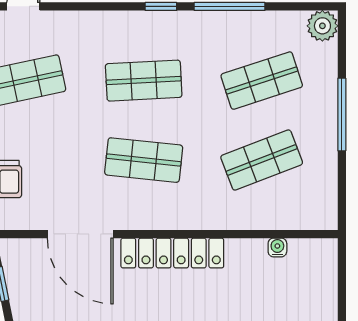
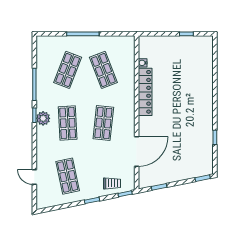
plant: (322, 26) -> (43, 118), moved
shop shelf: (262, 81) -> (68, 70), turned 39
locker: (172, 253) -> (145, 92), moved

